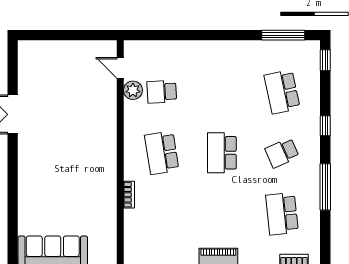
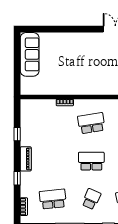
school desk: (282, 153) -> (91, 199), turned 48

